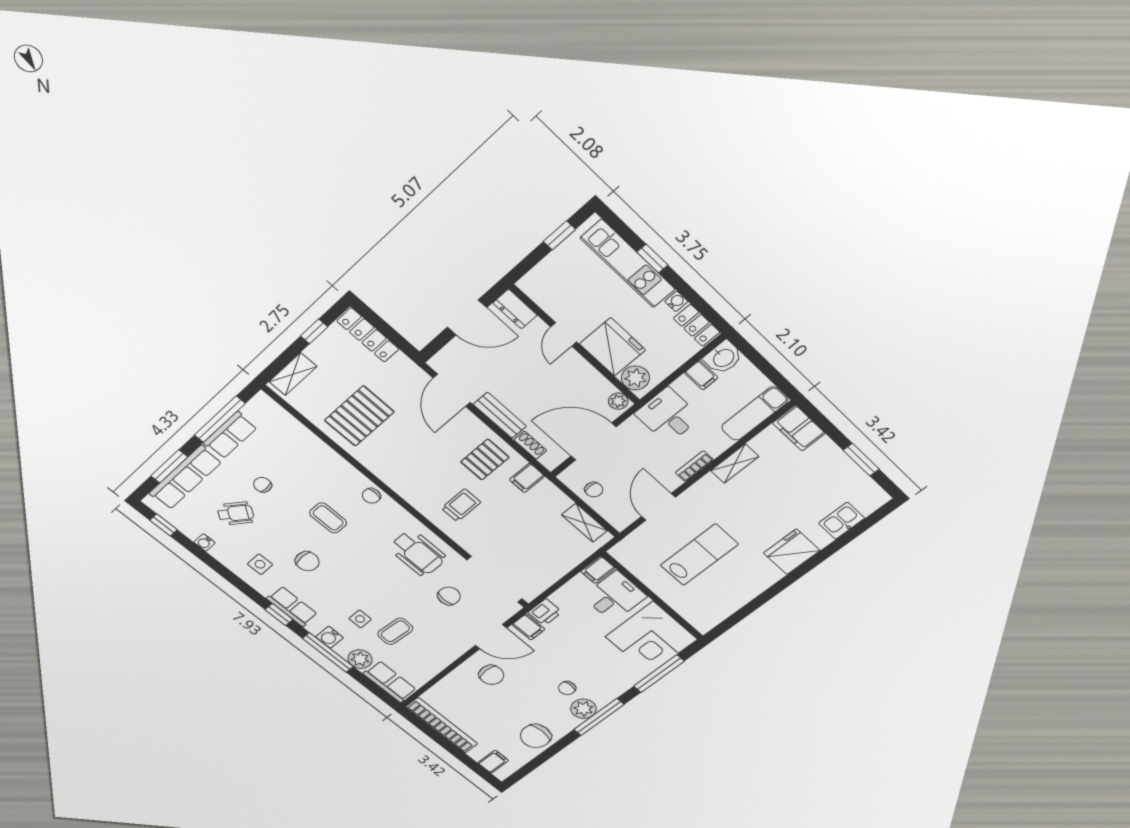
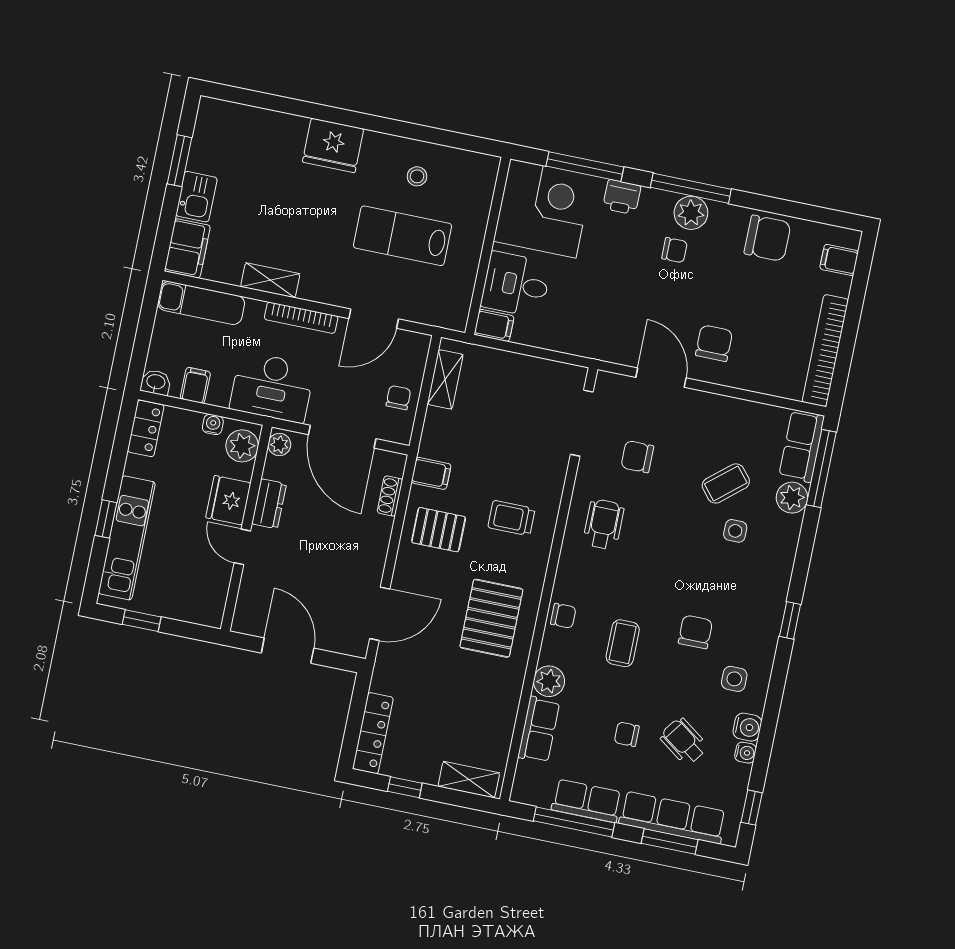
water cooler: (676, 301) -> (213, 424), moved, turned 90
dresser: (515, 309) -> (269, 504), moved
door: (564, 334) -> (242, 547), swing flipped
fridge: (613, 347) -> (228, 500), width x0.73, depth x0.75
washbasin: (723, 357) -> (156, 382), width x0.72, depth x0.69
bench: (500, 415) -> (376, 549), removed
pallet: (359, 416) -> (491, 618), moved, turned 90
desk: (668, 416) -> (272, 387), width x1.37
plant: (331, 462) -> (549, 681), added
bookcase: (694, 466) -> (301, 318), width x1.56
chair: (263, 485) -> (627, 734), turned 90
kitchen sink: (842, 521) -> (196, 197), moved, turned -90
wheelchair: (418, 553) -> (604, 524), width x0.73, depth x0.73
doorway: (495, 579) -> (582, 423), width x0.73
stool: (731, 585) -> (417, 176), added
row of seats: (292, 606) -> (539, 730), moved, turned 180
printer: (545, 612) -> (622, 197), moved, turned 180
filing cabinet: (528, 627) -> (620, 347), removed
coffee table: (395, 631) -> (726, 483), turned -44
water cooler: (330, 637) -> (747, 727), moved
window: (328, 653) -> (821, 468), moved

